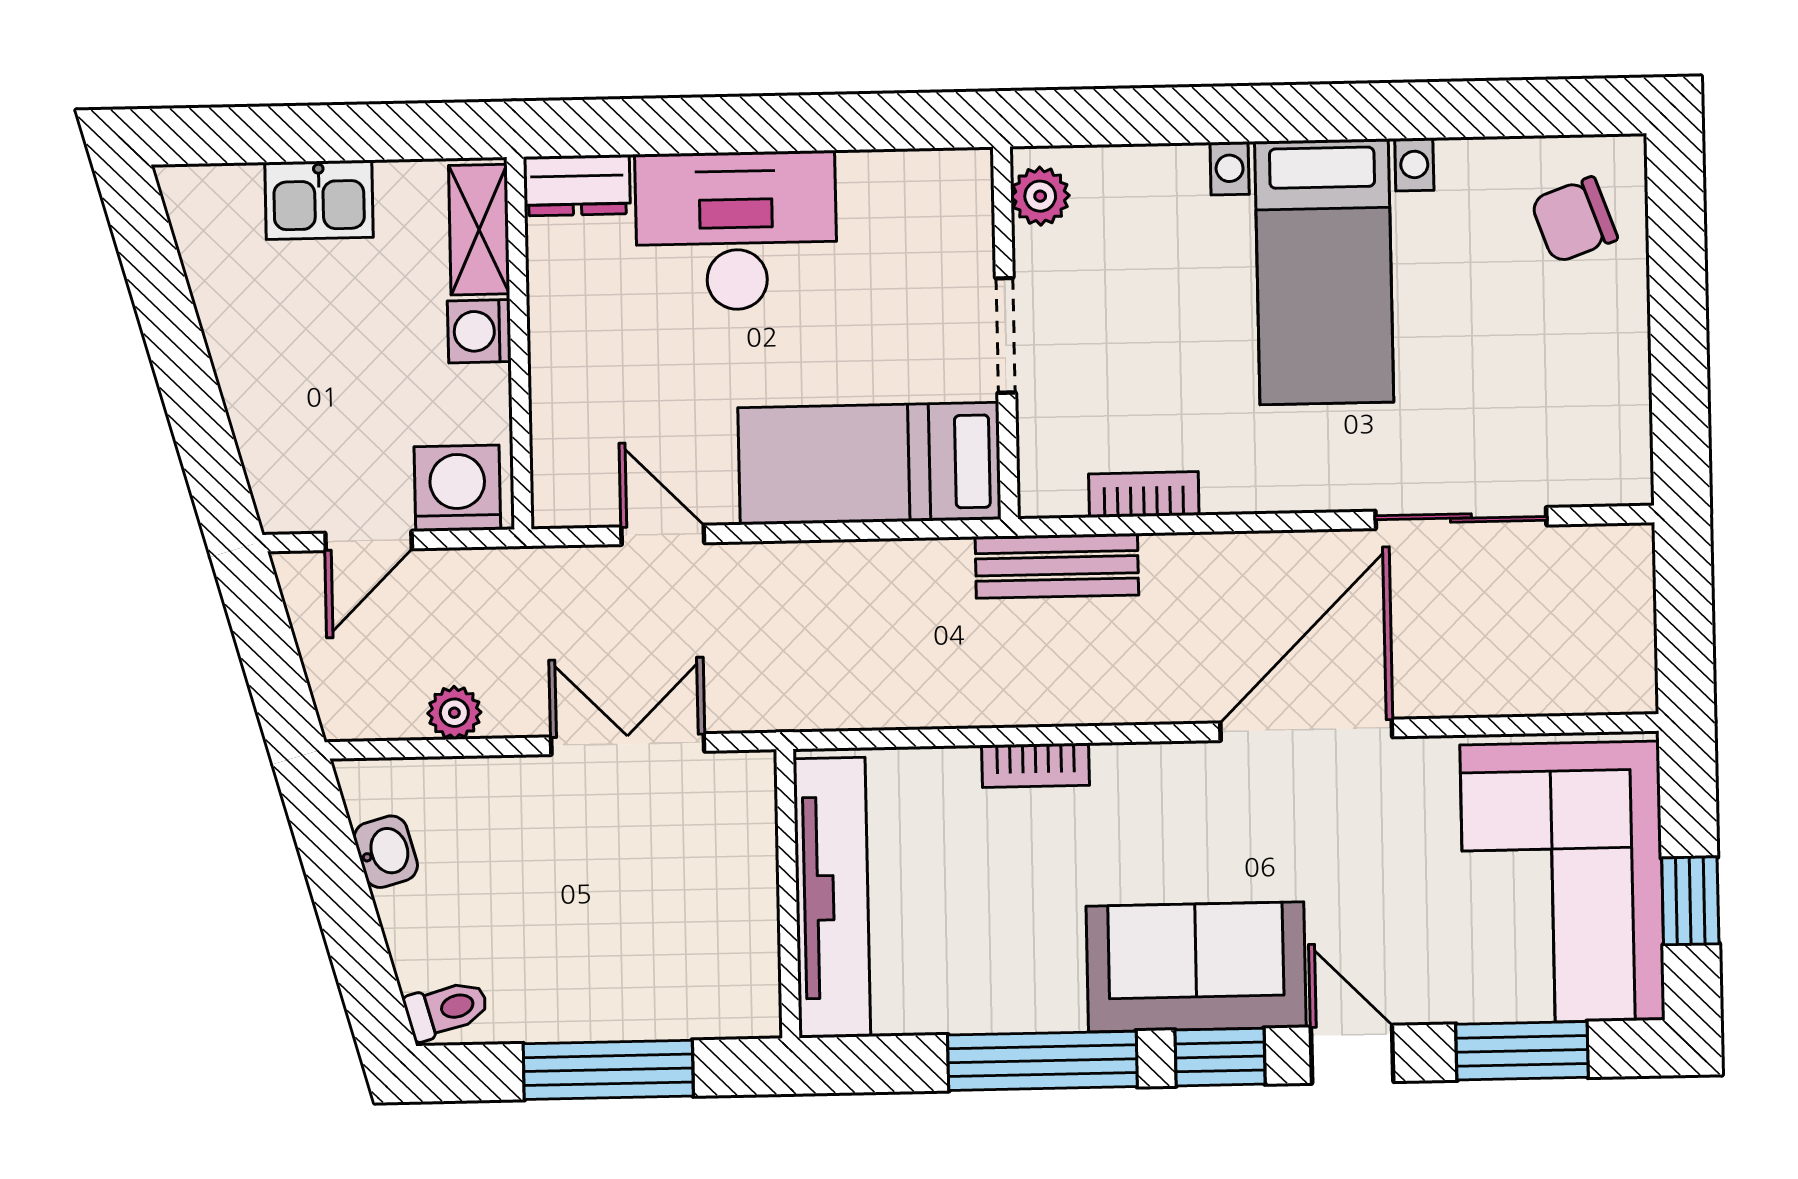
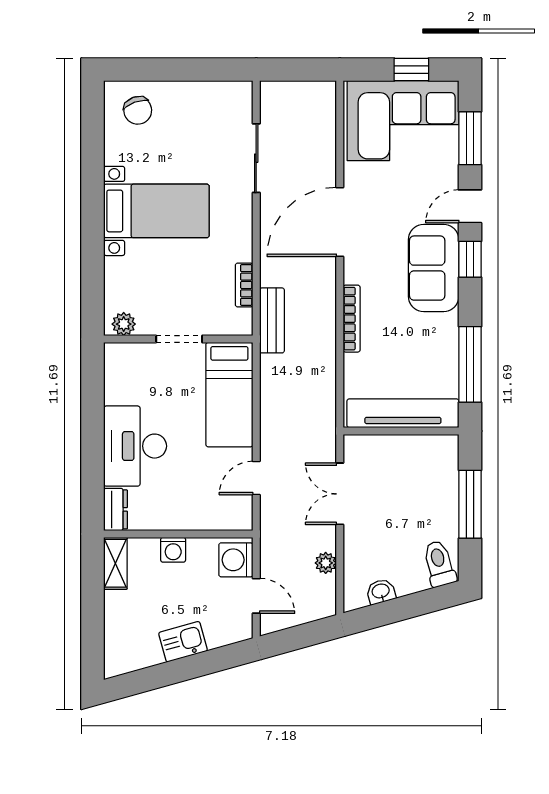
kitchen sink: (319, 200) -> (183, 642), moved, turned -106
shelving: (479, 230) -> (115, 563), moved, turned 90
door: (1306, 730) -> (340, 222), hinge flipped
bookcase: (1036, 765) -> (352, 319), width x1.56
toilet: (447, 1009) -> (439, 564), width x1.37, depth x1.39
window: (1042, 1061) -> (470, 364), moved

